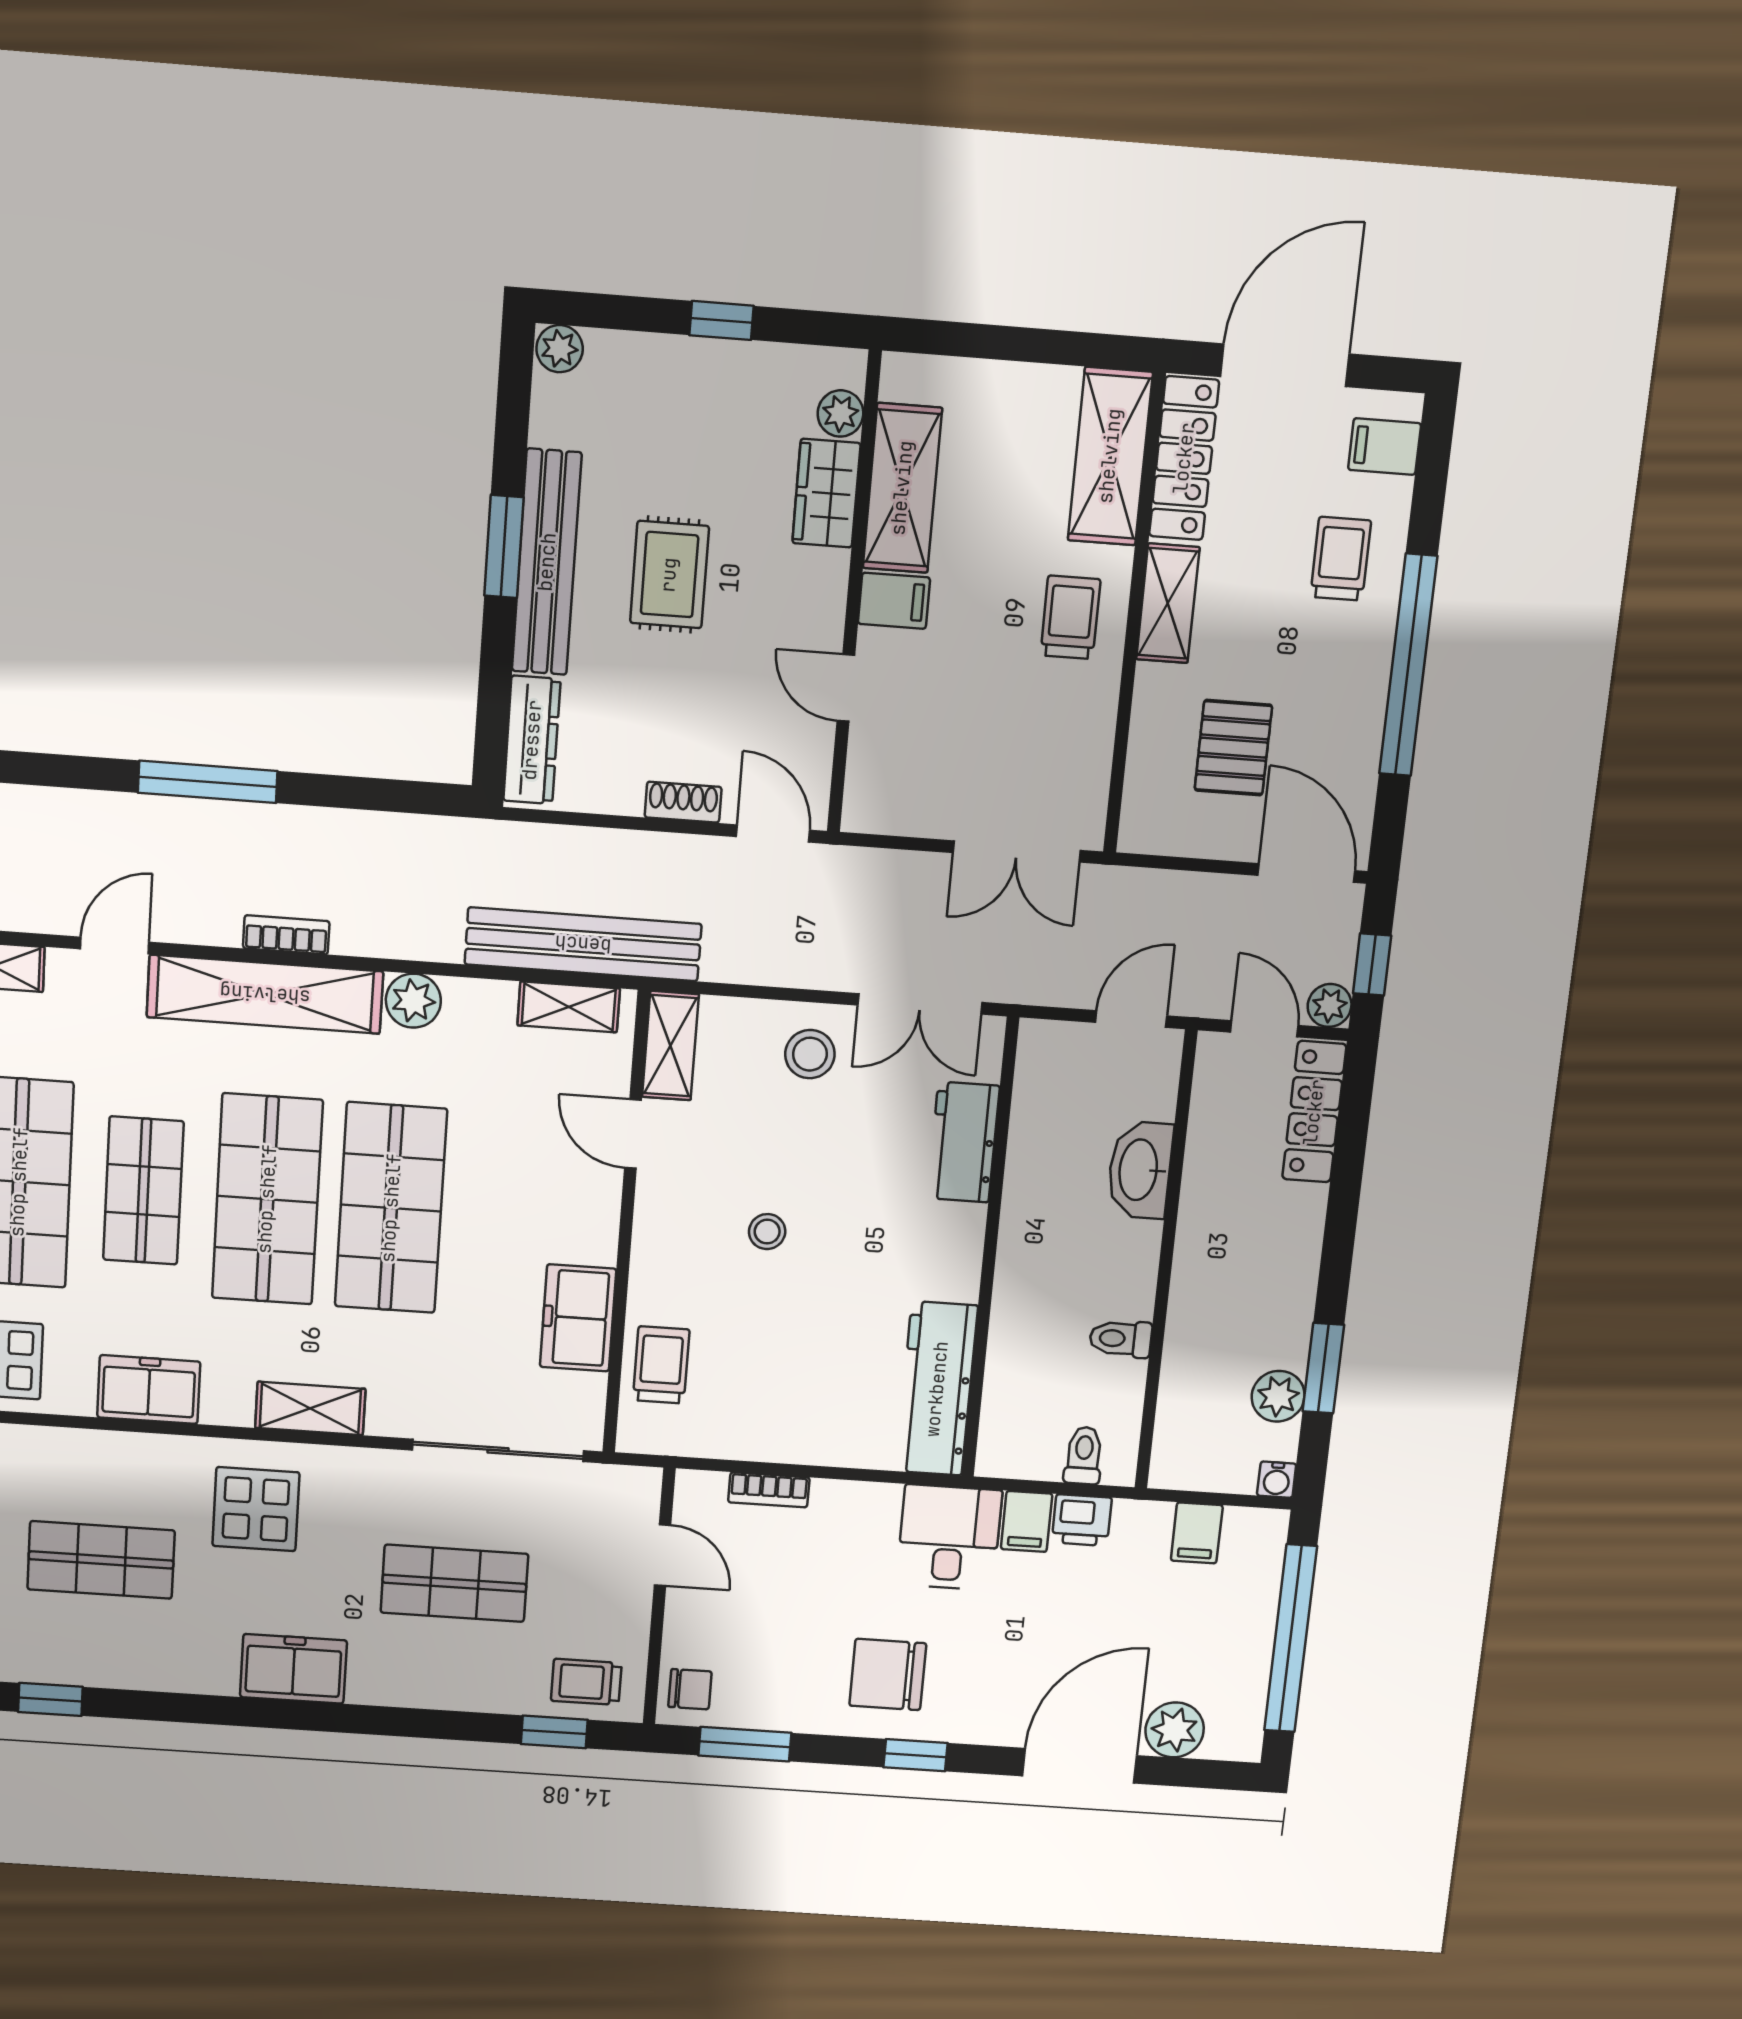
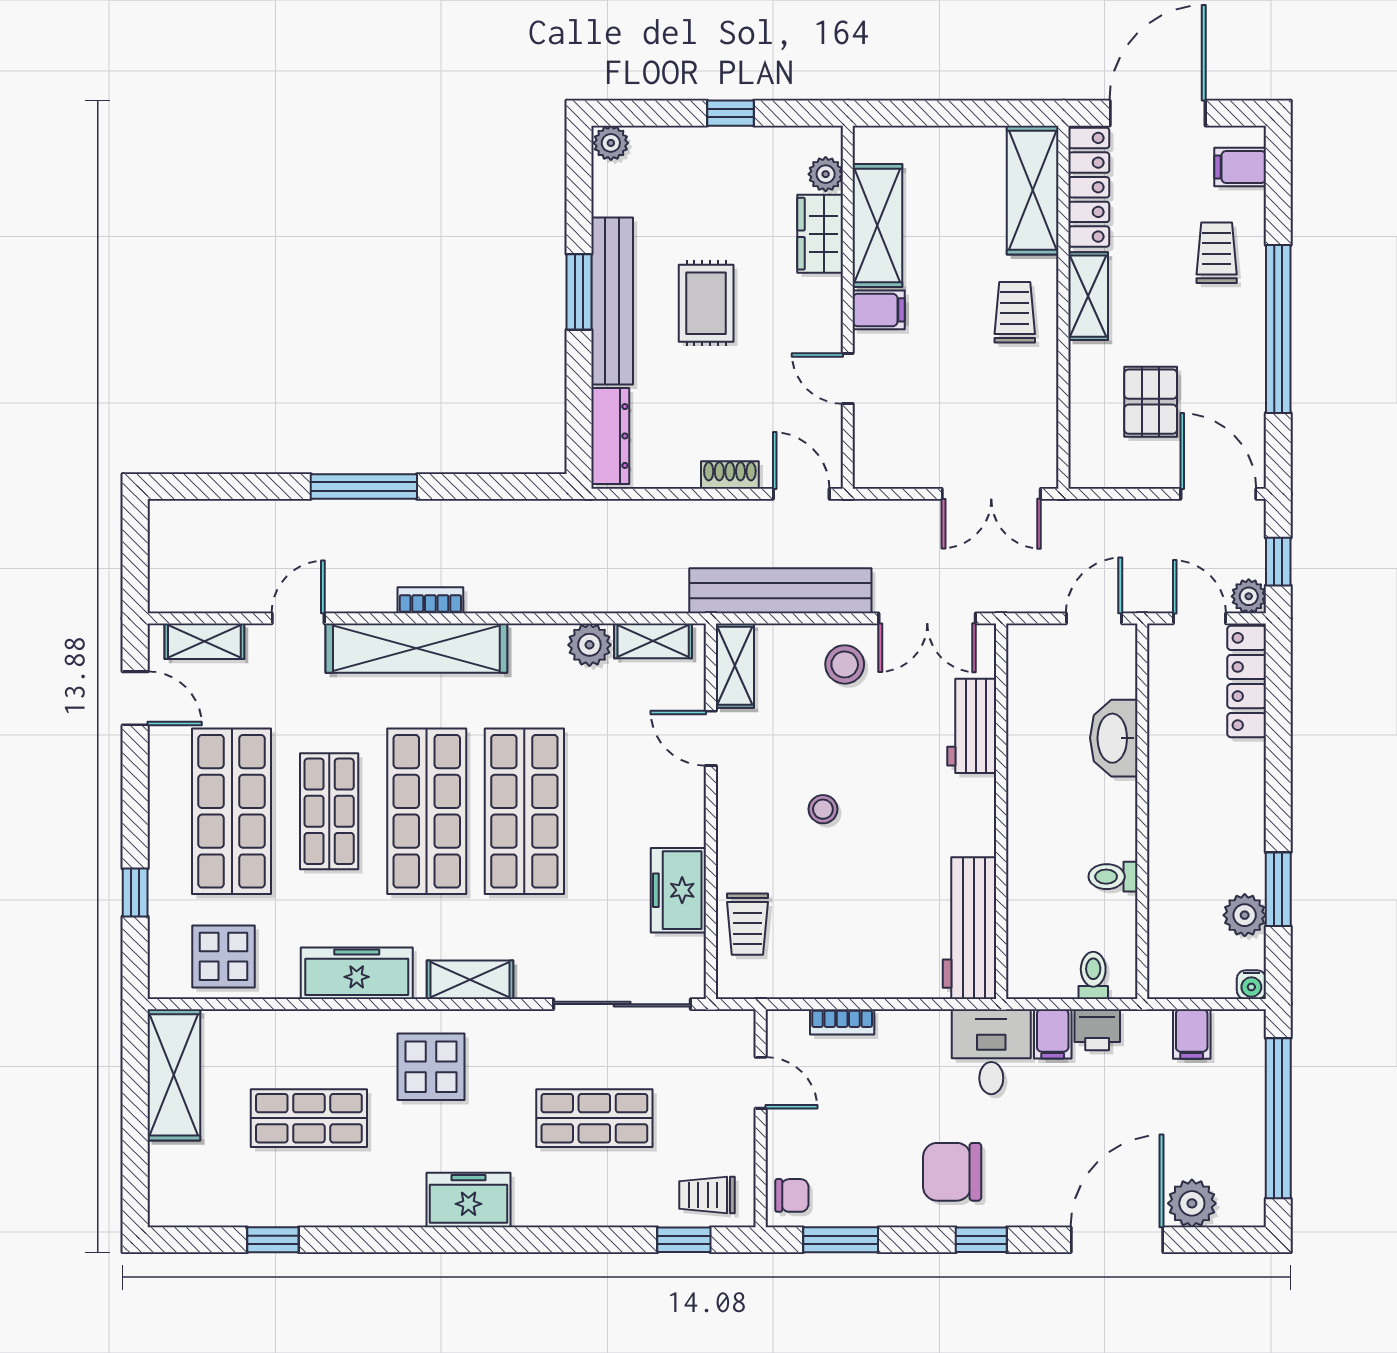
bench: (583, 944) -> (780, 591), moved
plant: (413, 1001) -> (589, 645), moved
trolley: (661, 1365) -> (747, 924), turned 180
freezer: (149, 1390) -> (357, 973), width x1.40

